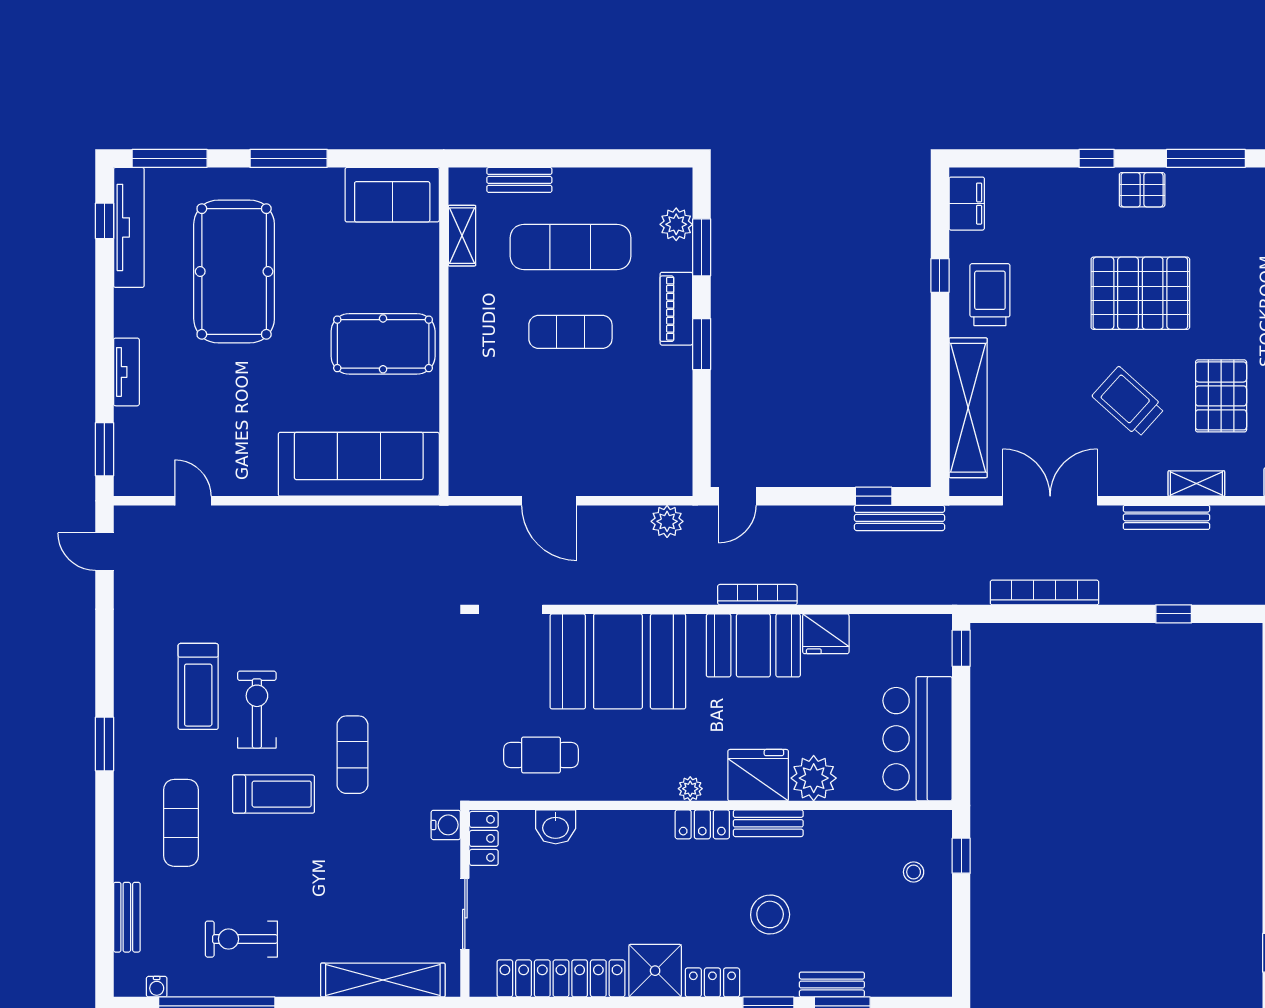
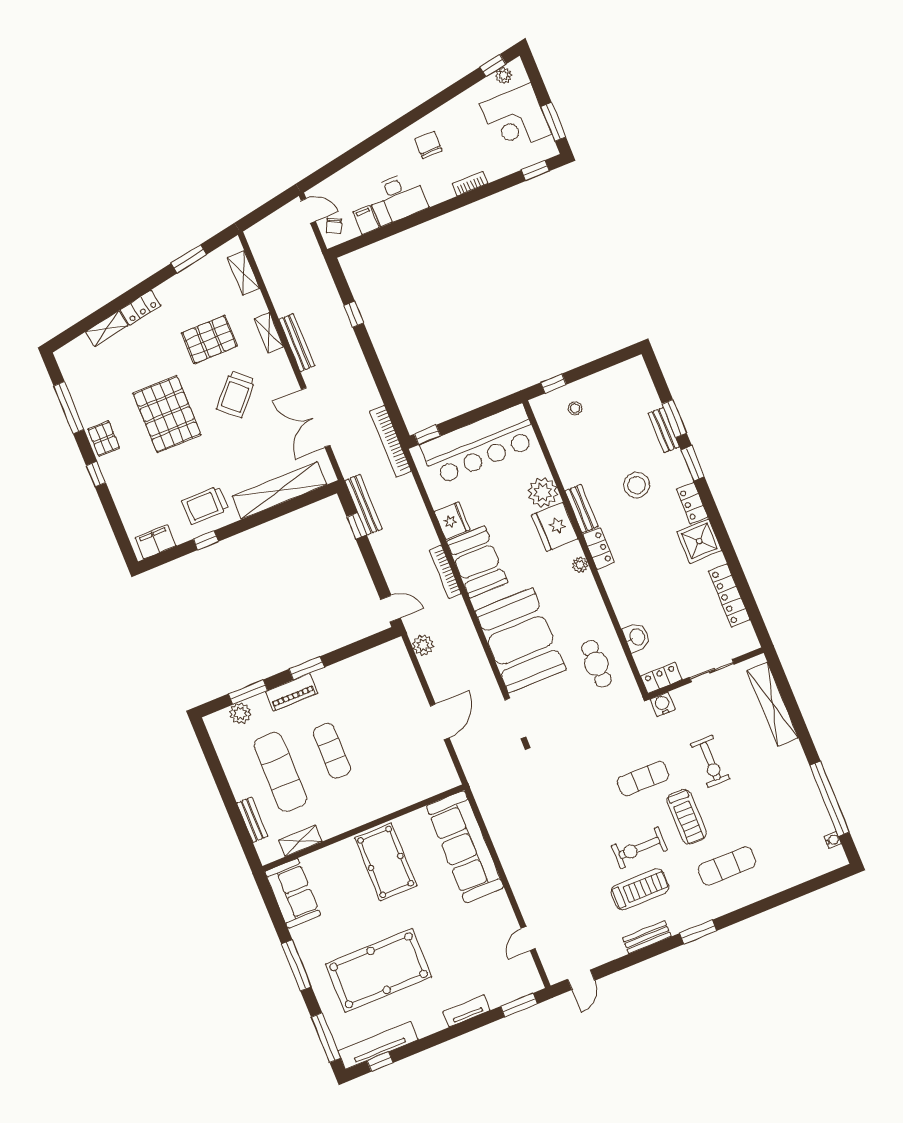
bookcase: (1044, 593) -> (390, 441), moved
bar counter: (918, 739) -> (479, 445), width x1.36
treadmill: (274, 794) -> (687, 817), turned 180
bench: (127, 917) -> (647, 937), moved
exercise bike: (241, 939) -> (710, 761), moved
locker: (561, 978) -> (729, 595), width x0.71, depth x0.83

